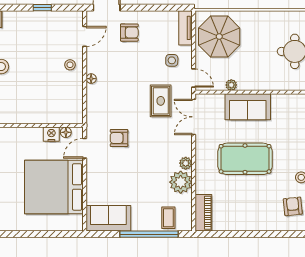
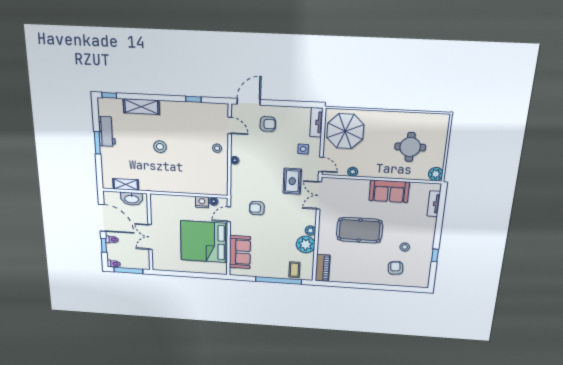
door: (85, 36) -> (230, 125), hinge flipped
sofa: (248, 107) -> (389, 191), moved
sofa: (108, 218) -> (240, 252), moved, turned 90

